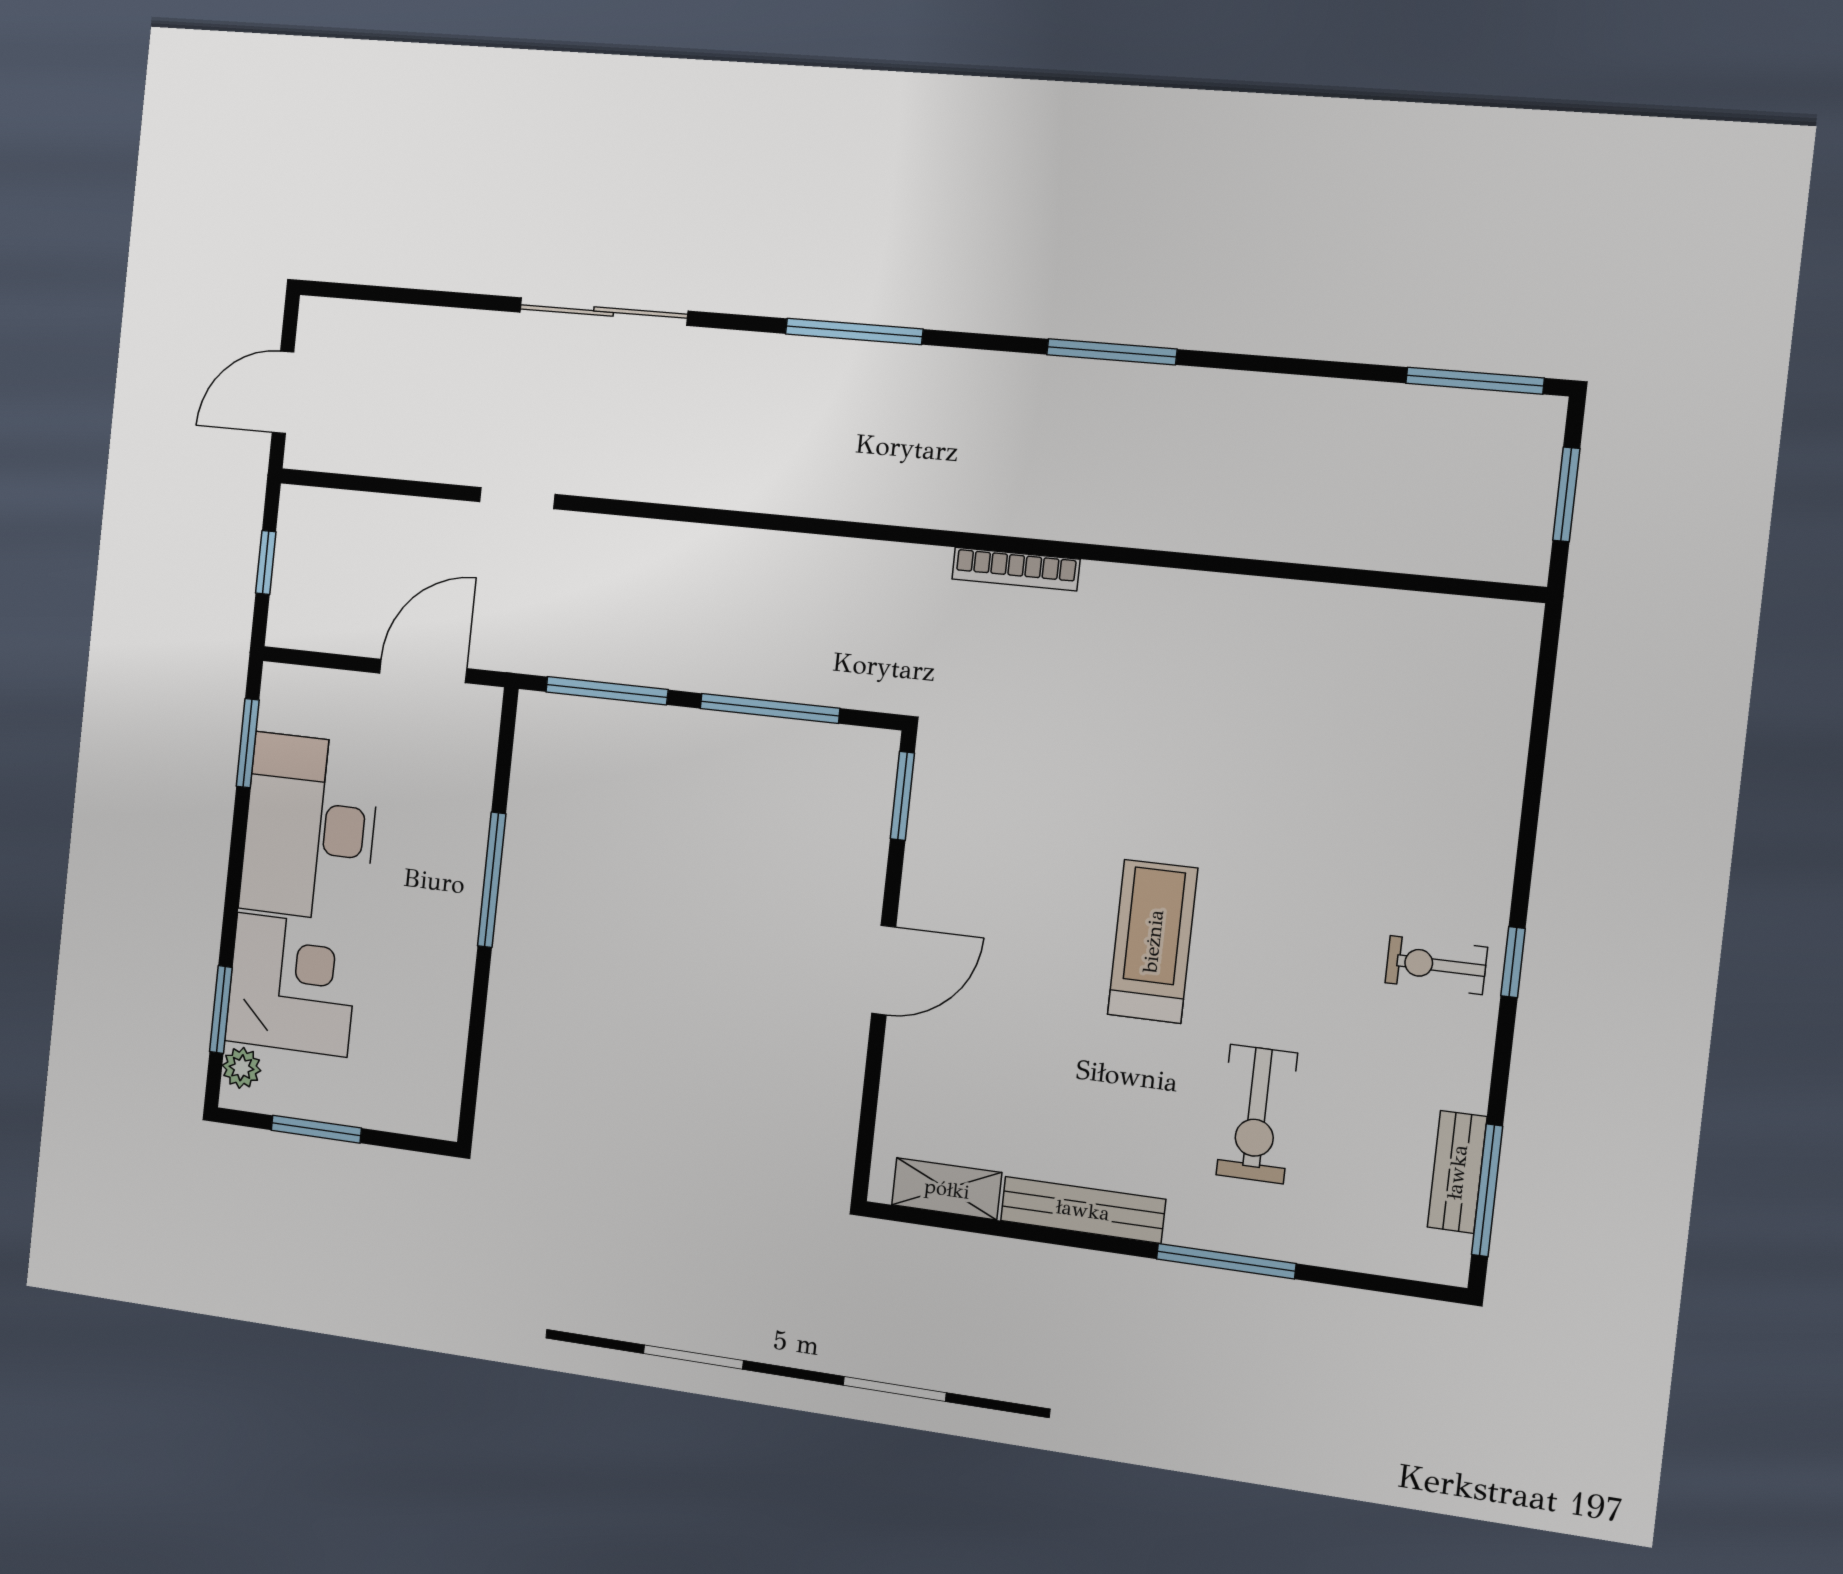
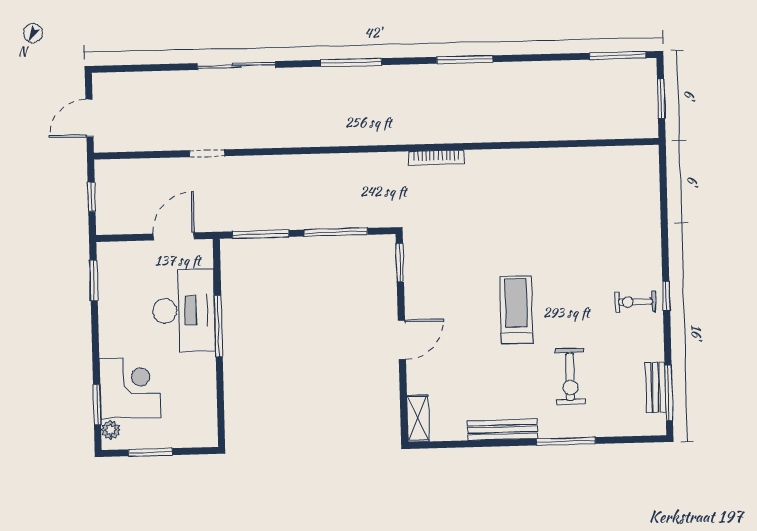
desk: (310, 827) -> (184, 311), moved, turned 180
shelving: (947, 1189) -> (418, 418), moved, turned 90

